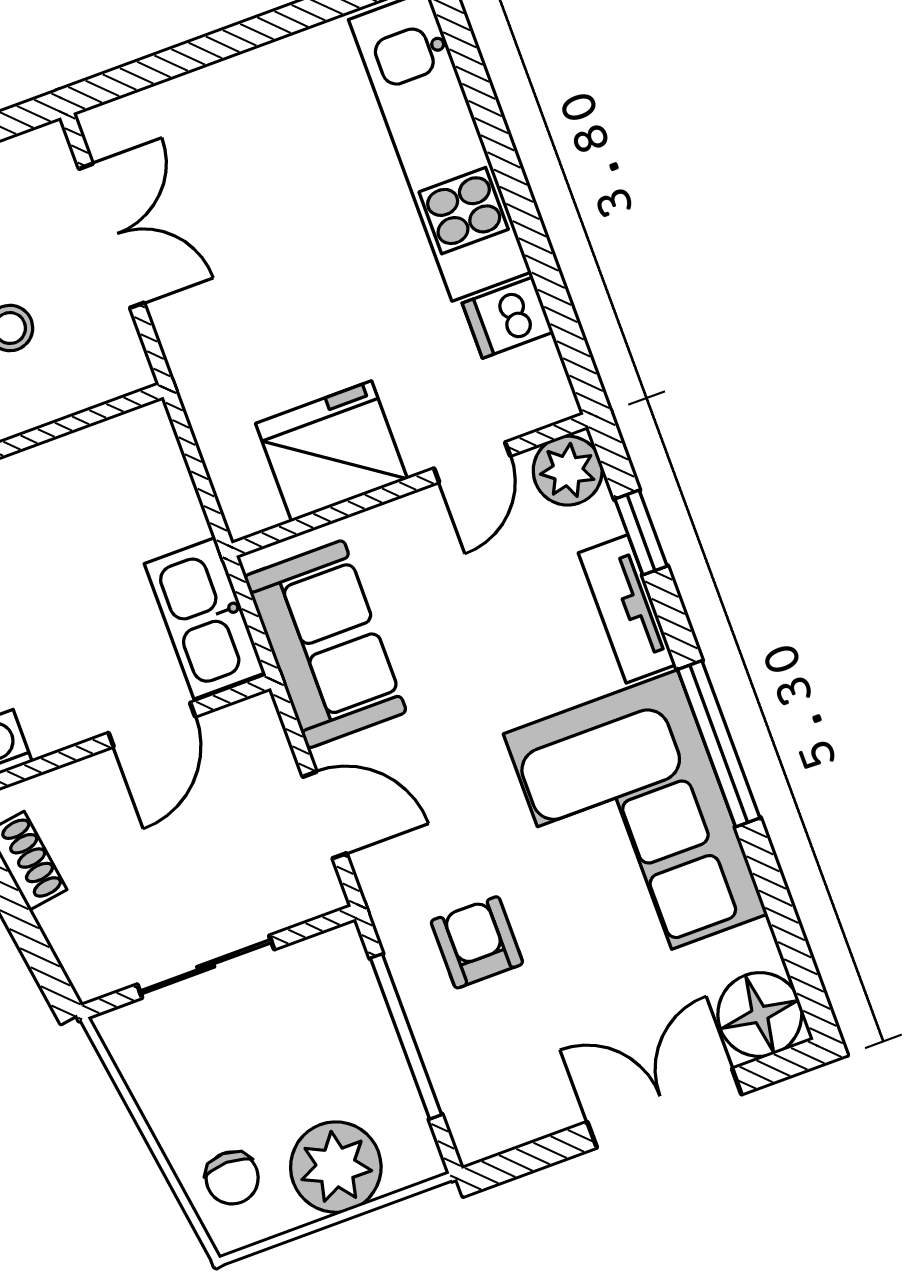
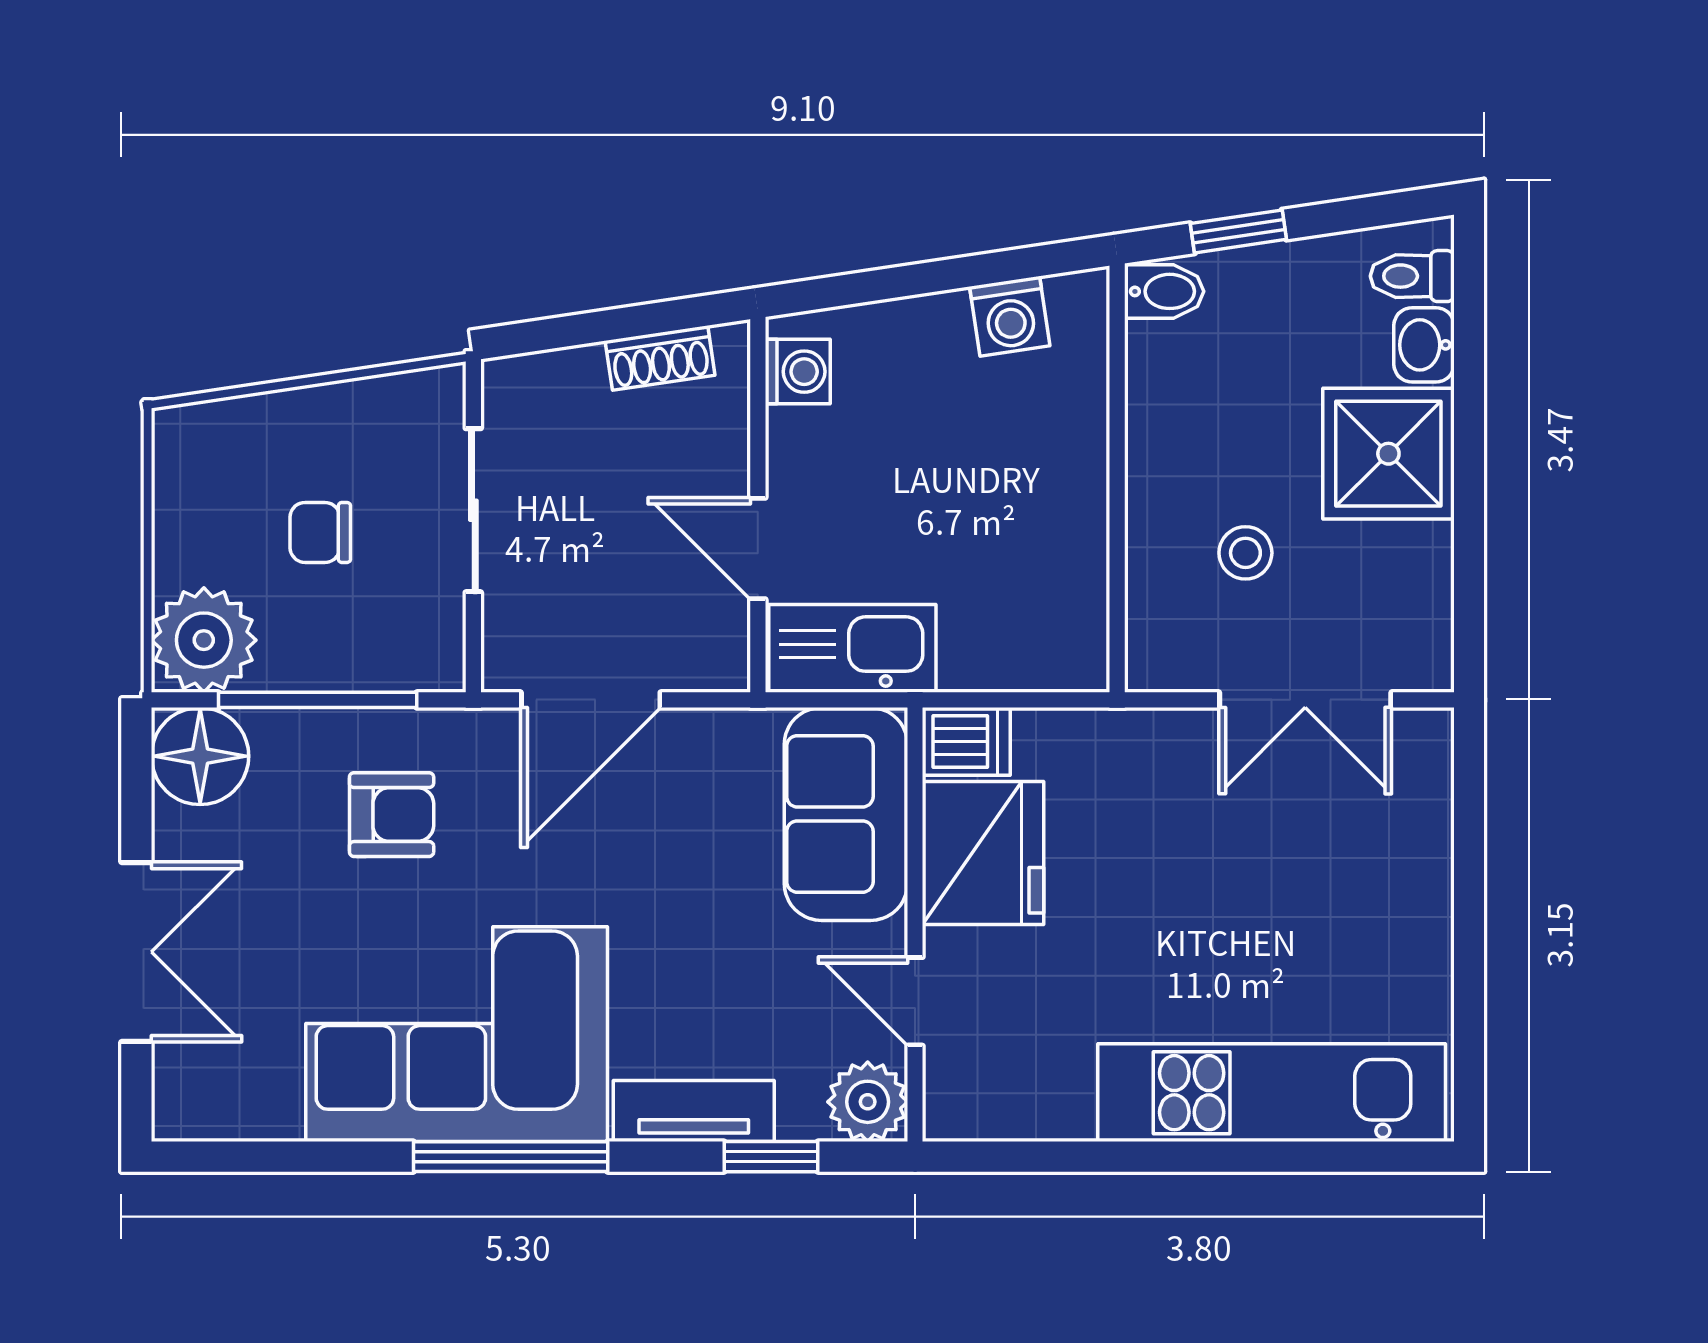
dishwasher: (508, 318) -> (966, 741), moved, turned 90
sofa: (325, 644) -> (846, 814), moved, turned 90
door: (325, 815) -> (591, 700), width x1.38
floor lamp: (760, 1015) -> (200, 756), moved
plant: (336, 1167) -> (204, 640), moved
chair: (232, 1178) -> (320, 532), moved

